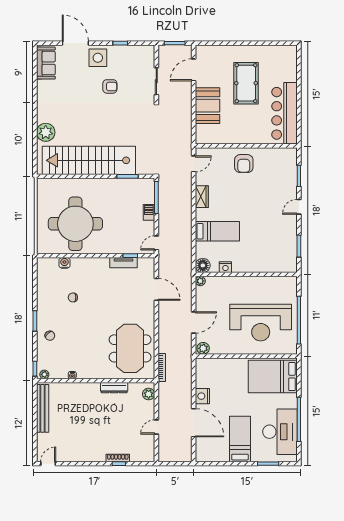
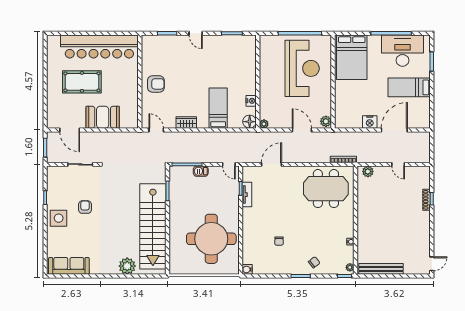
door: (75, 43) -> (45, 239), removed
sofa: (46, 63) -> (69, 266), width x1.36
bar counter: (284, 113) -> (99, 47), width x1.36
water cooler: (65, 263) -> (247, 269), moved
dresser: (114, 388) -> (362, 203), removed
door: (48, 464) -> (432, 264), swing flipped

